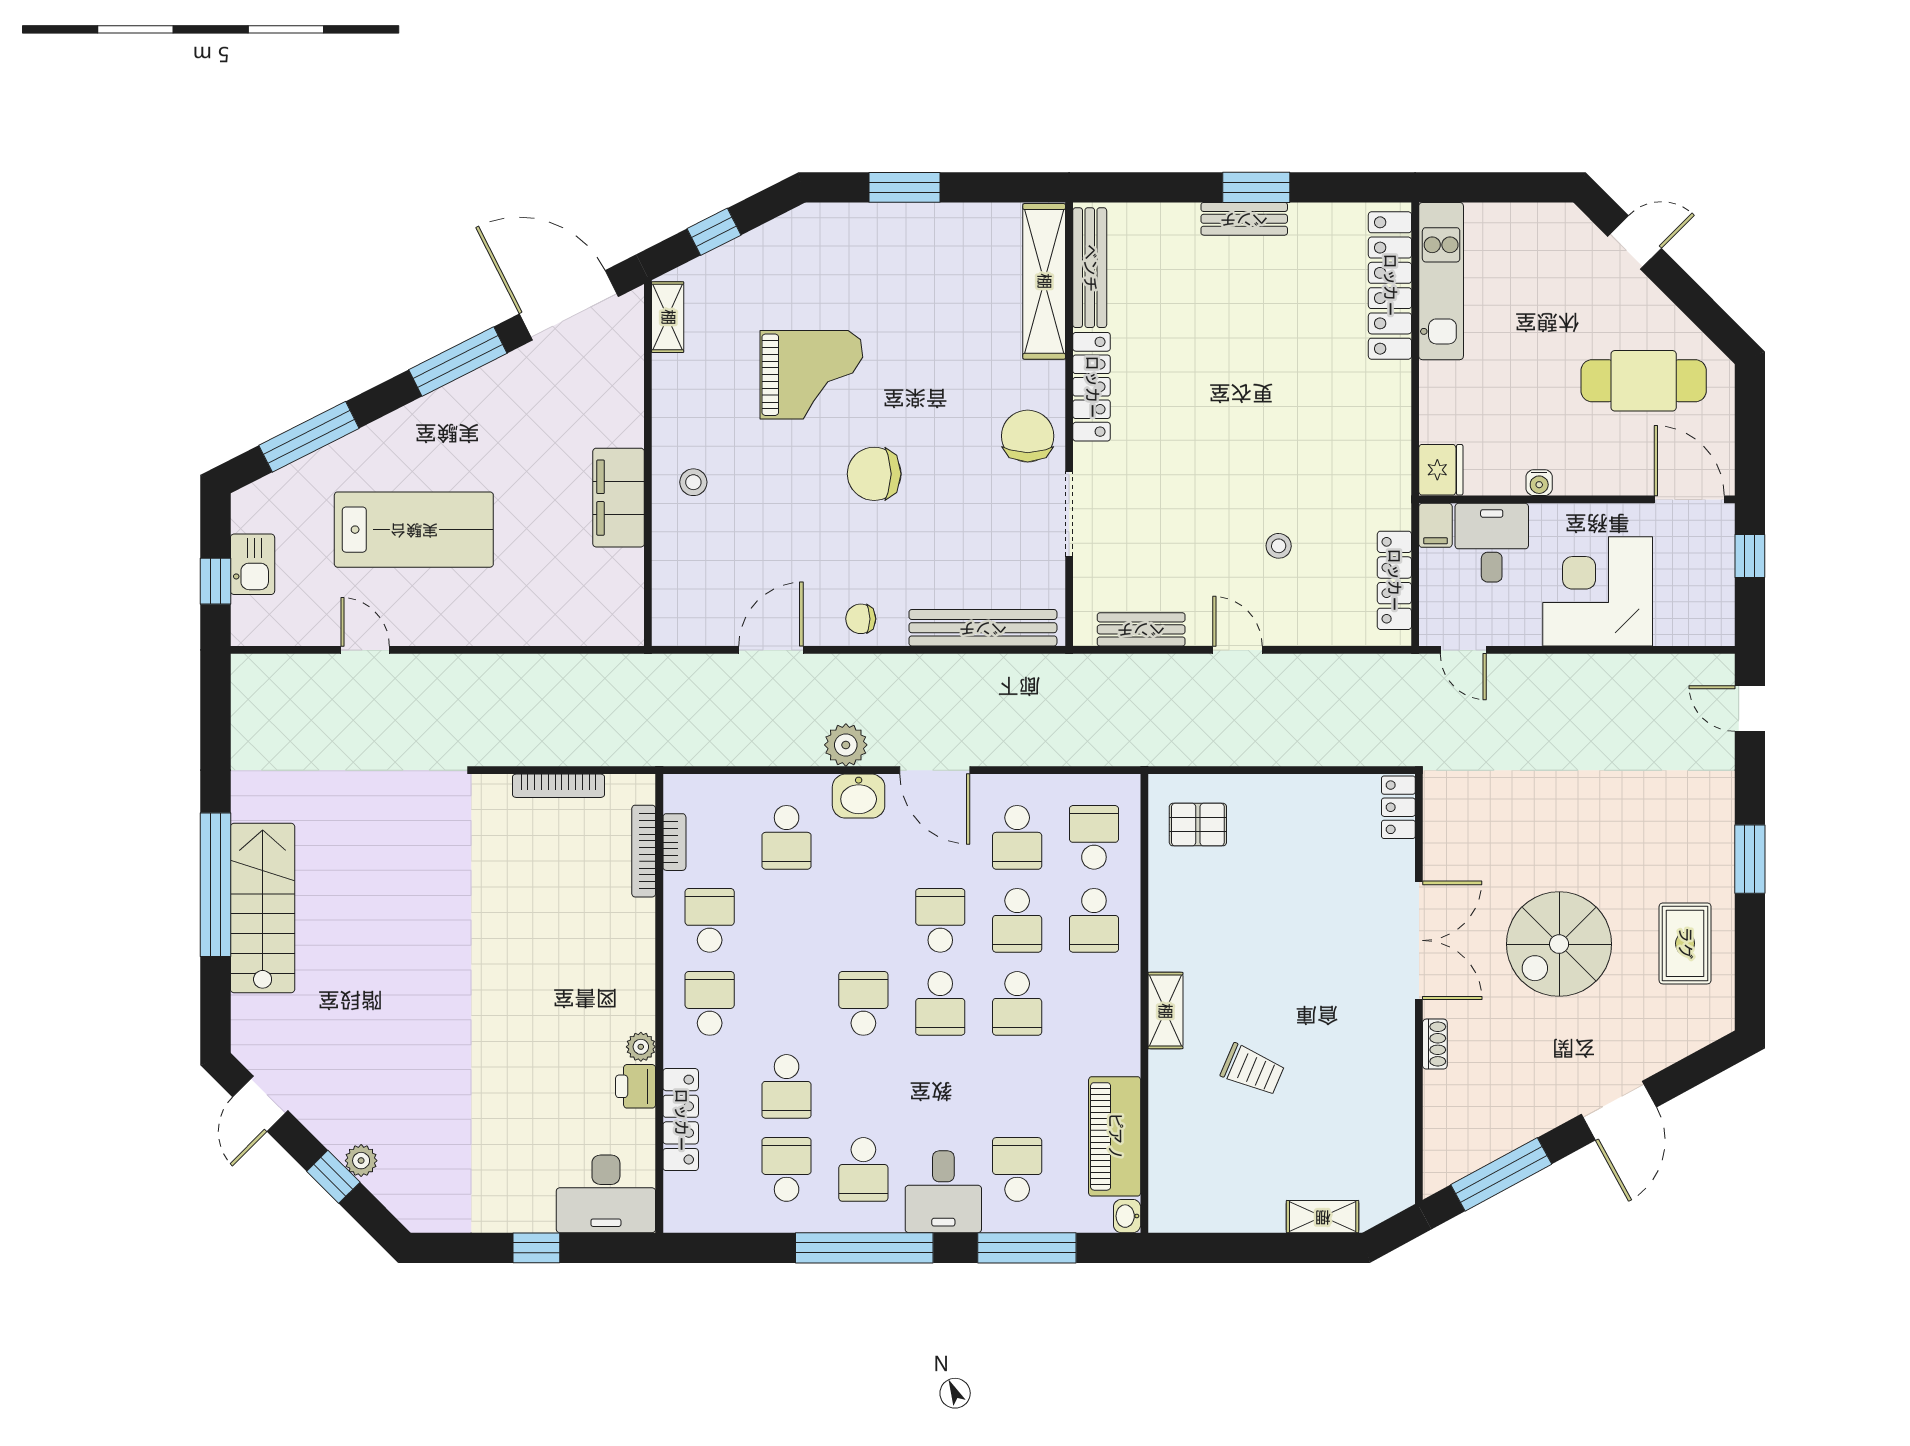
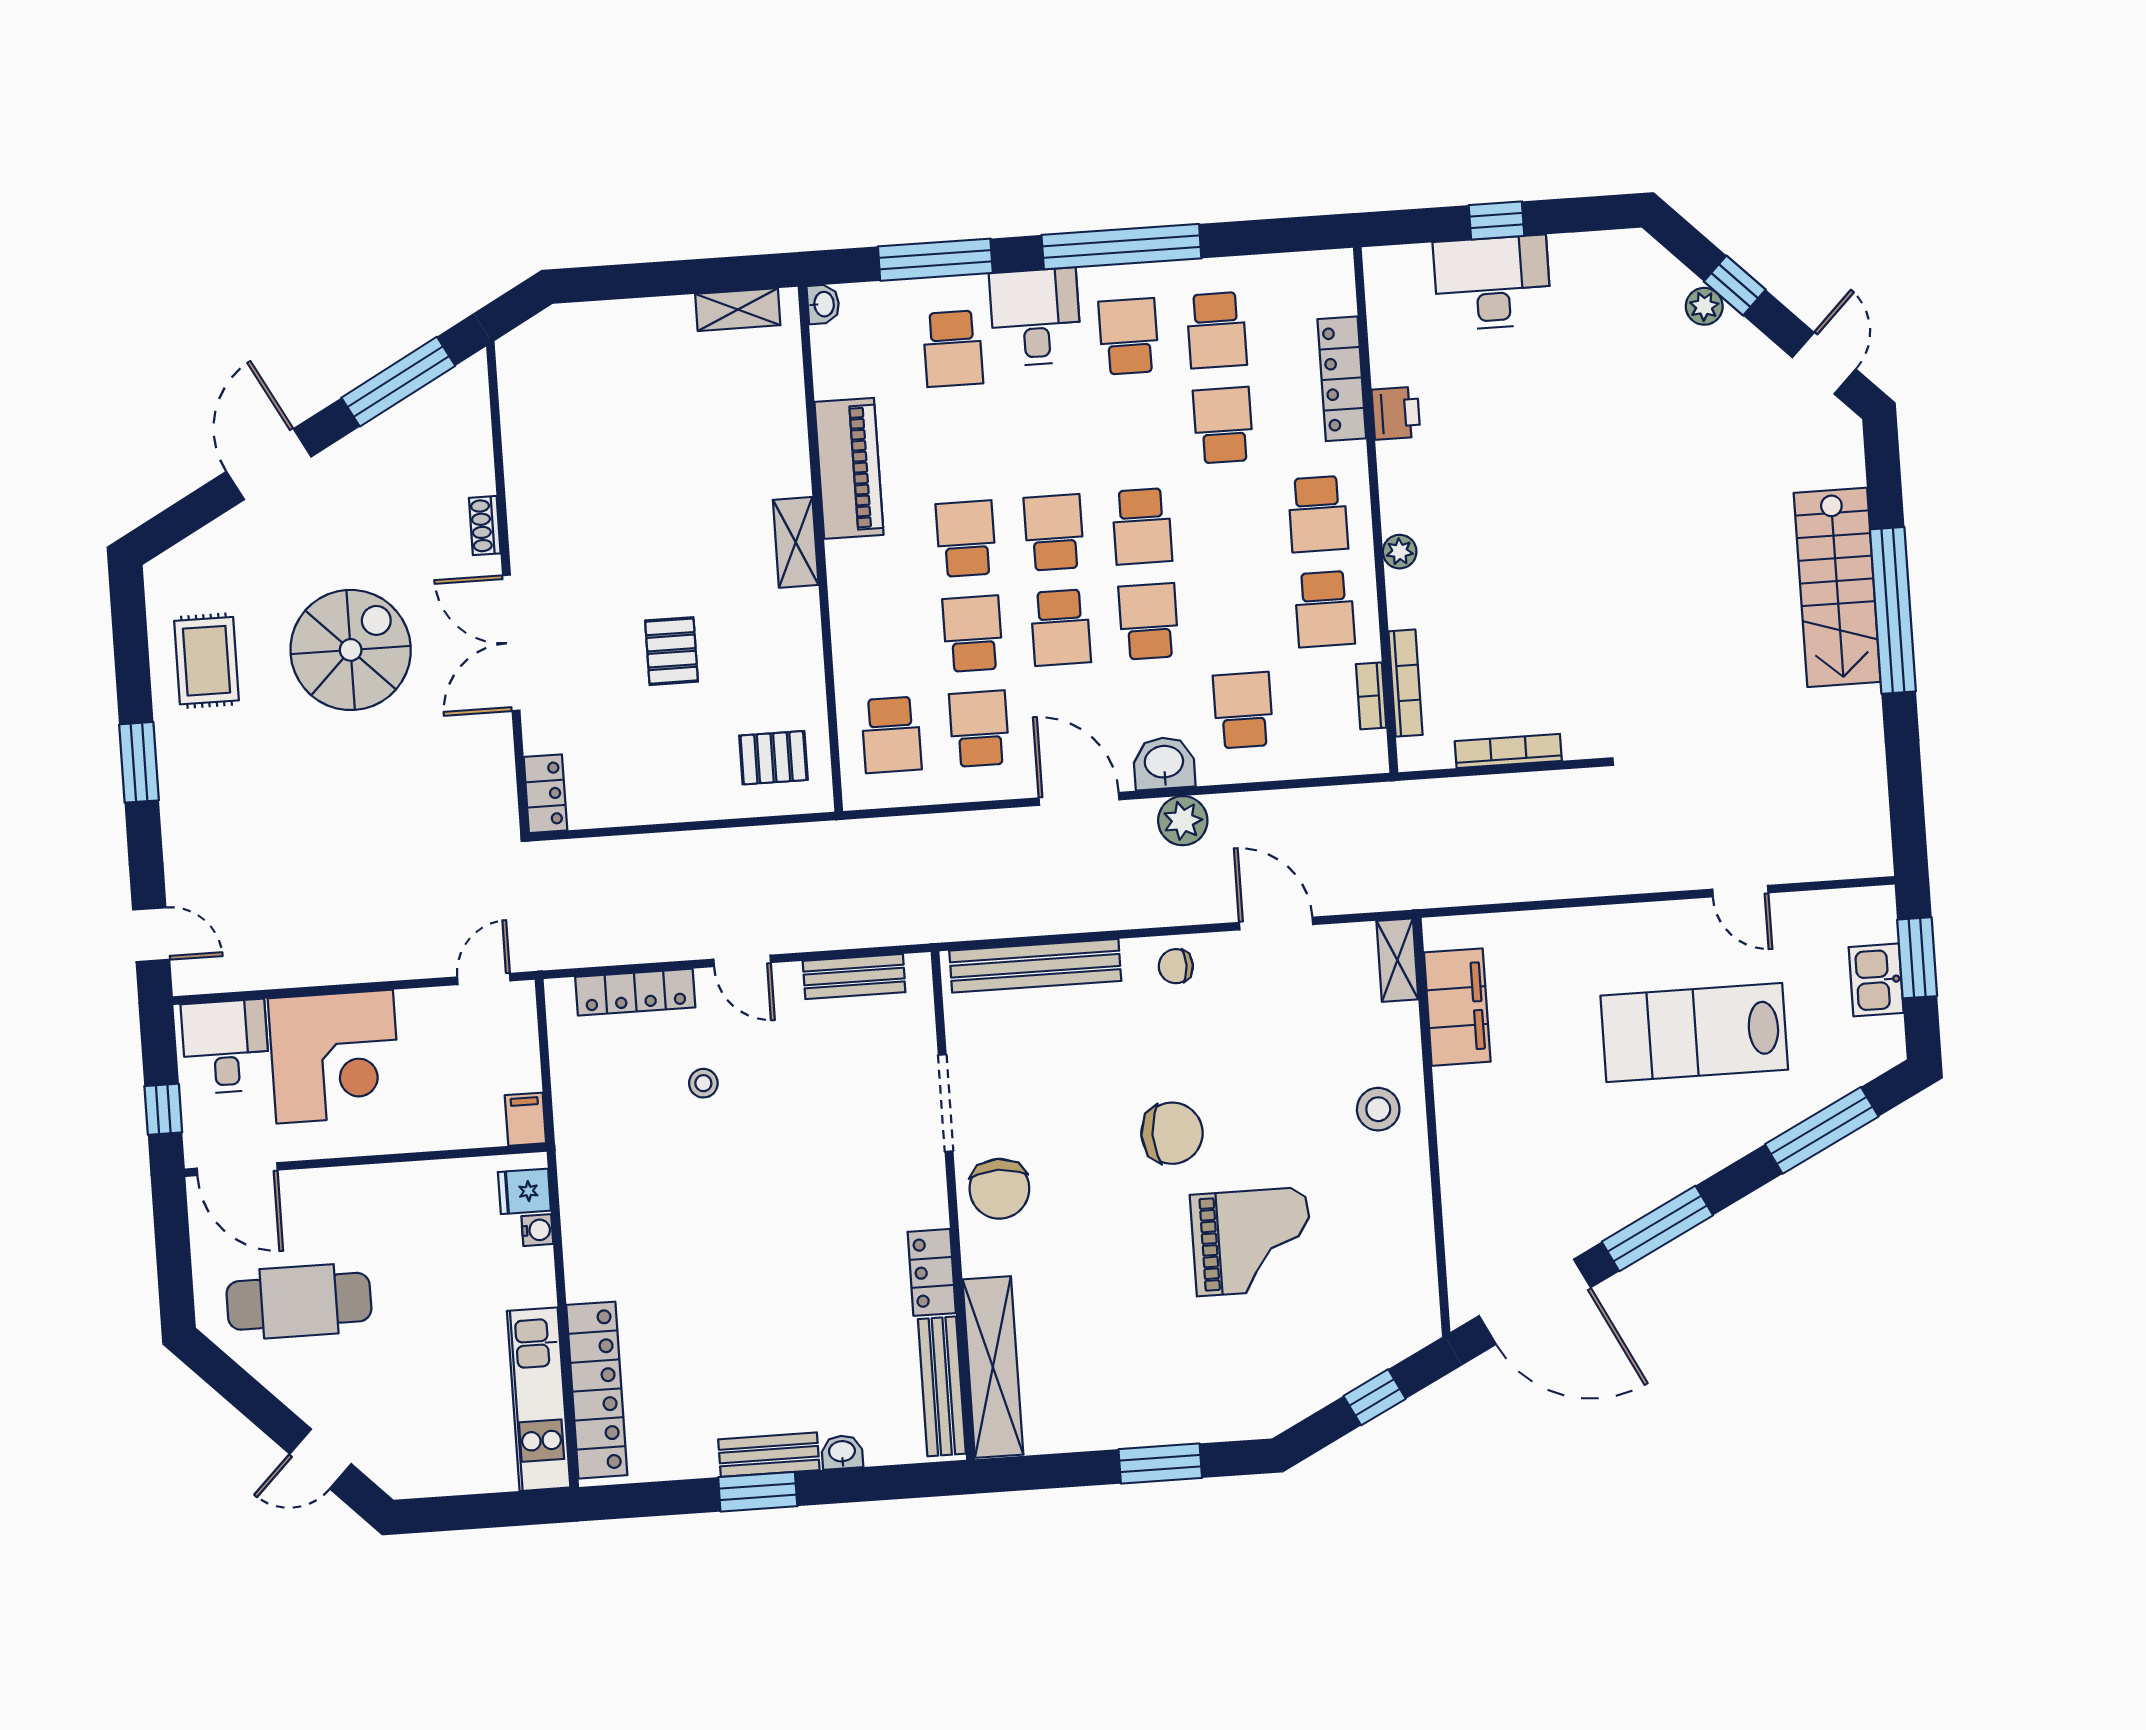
washbasin: (1181, 217) -> (842, 1452), added
shelving: (668, 317) -> (1397, 960), moved
grand piano: (811, 375) -> (1252, 1242), turned 180
locker: (1092, 387) -> (932, 1272), width x0.66
fridge: (1441, 470) -> (524, 1191), width x0.72
stool: (693, 482) -> (1378, 1109), width x1.37, depth x1.37
water cooler: (1539, 483) -> (537, 1230), moved, turned 90
filing cabinet: (619, 498) -> (1457, 1007), moved
desk: (1492, 543) -> (226, 1047), moved, turned 180
locker: (1394, 580) -> (635, 992), moved, turned 90
window: (215, 581) -> (1917, 958), width x1.50
chair: (861, 619) -> (1176, 966), turned 180
door: (771, 650) -> (1276, 924), swing flipped
door: (1463, 650) -> (484, 979), hinge flipped
school desk: (1094, 920) -> (1149, 621), moved
pallet: (1280, 924) -> (672, 651), added
plant: (641, 1047) -> (1400, 552), moved
trolley: (1253, 1070) -> (691, 481), removed
piano: (1115, 1136) -> (849, 468), moved
desk: (606, 1194) -> (1492, 283), moved
shelving: (1323, 1217) -> (738, 310), moved

